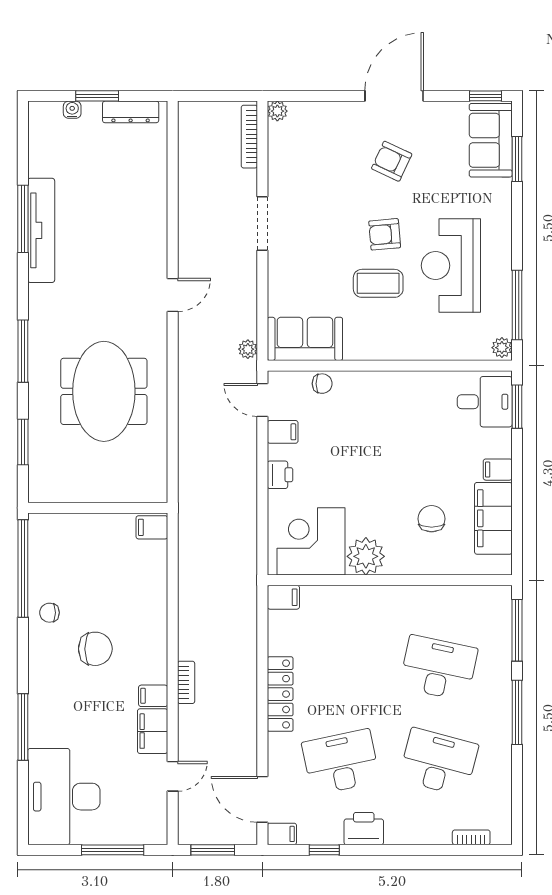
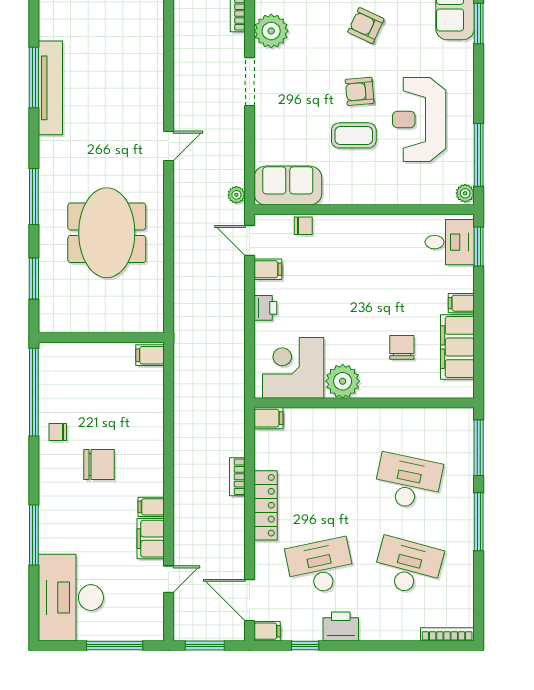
plant: (286, 167) -> (271, 31), added
bookcase: (186, 682) -> (237, 477), moved, turned 180
bookcase: (471, 837) -> (447, 634), width x1.56

